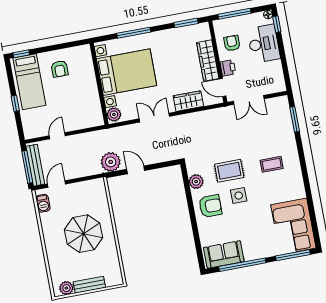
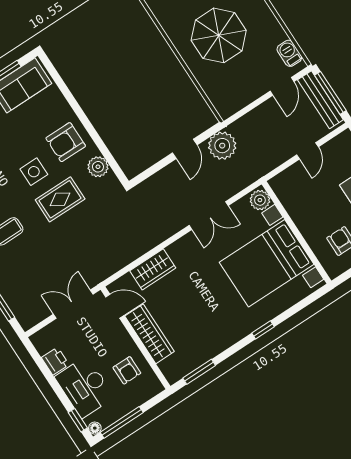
window: (235, 14) -> (122, 422), moved
window: (134, 33) -> (263, 330), width x0.46
printer: (228, 68) -> (55, 361), moved, turned 180
bed with nightstands: (127, 72) -> (267, 263), moved
wall: (99, 84) -> (297, 232), moved
plant: (114, 114) -> (260, 200), moved
double door: (154, 118) -> (209, 216), moved
door: (136, 170) -> (185, 149), hinge flipped

